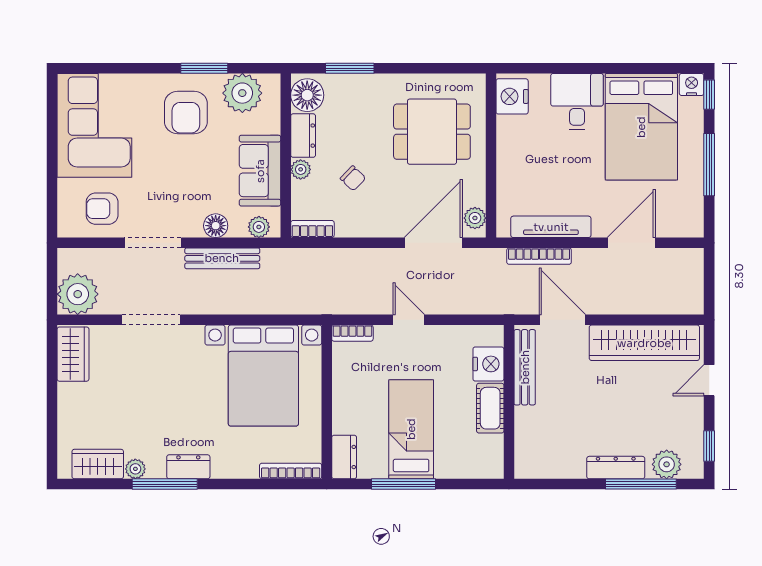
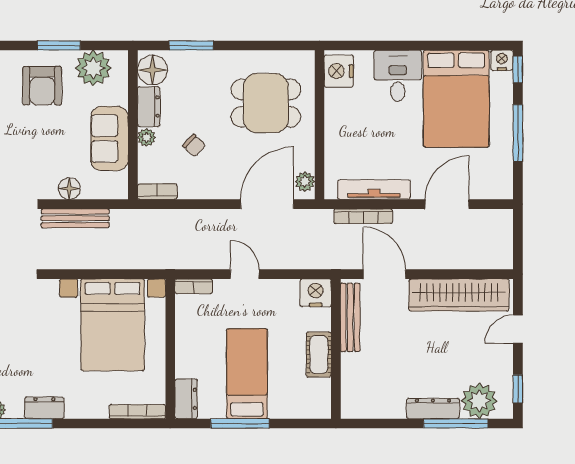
plant: (259, 227) -> (108, 190), removed
nightstand: (488, 364) -> (316, 293), moved, turned -90
plant: (667, 464) -> (479, 401), width x1.36, depth x1.36

